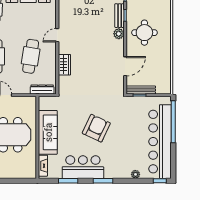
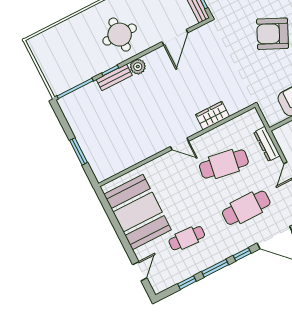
door: (125, 66) -> (175, 37), swing flipped
dresser: (42, 89) -> (267, 144), moved

